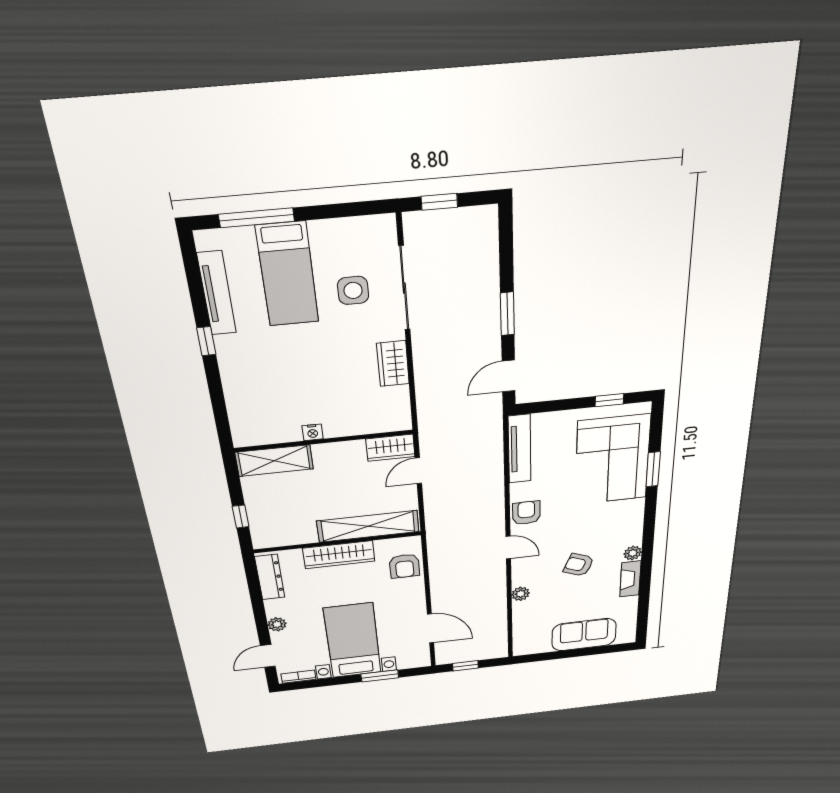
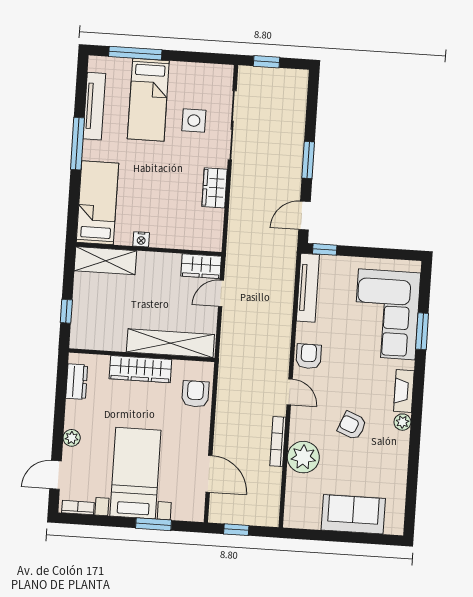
window: (206, 341) -> (77, 144), width x2.17
window: (609, 400) -> (325, 249), moved
bed: (249, 403) -> (98, 203), added
armchair: (405, 566) -> (195, 394), turned 180
dresser: (270, 577) -> (77, 382), width x0.70
fireplace: (630, 579) -> (404, 391), moved
bookcase: (500, 591) -> (278, 442), added
plant: (521, 594) -> (303, 457), width x1.88, depth x1.88

